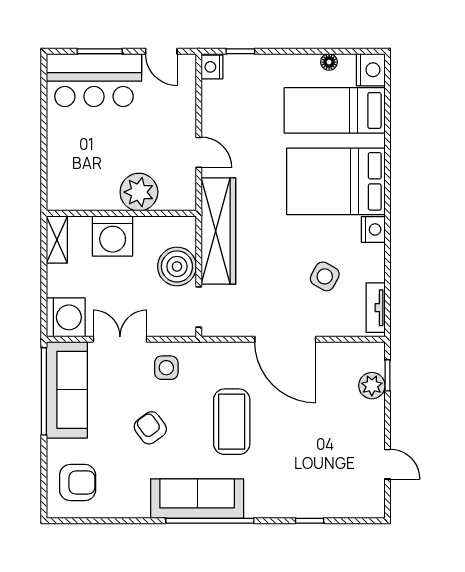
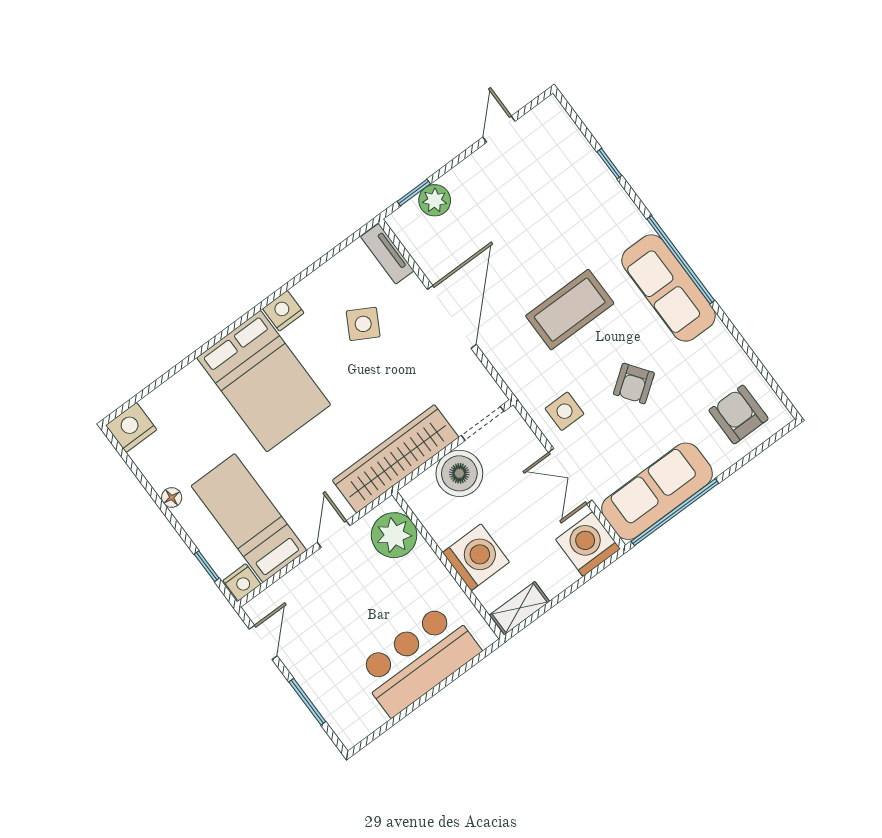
floor lamp: (329, 62) -> (172, 498), moved
bar counter: (94, 80) -> (418, 660), moved, turned -90
bed: (335, 110) -> (249, 518), moved, turned 180
plant: (139, 192) -> (394, 535), moved
tv unit: (376, 308) -> (387, 254), moved, turned 90

